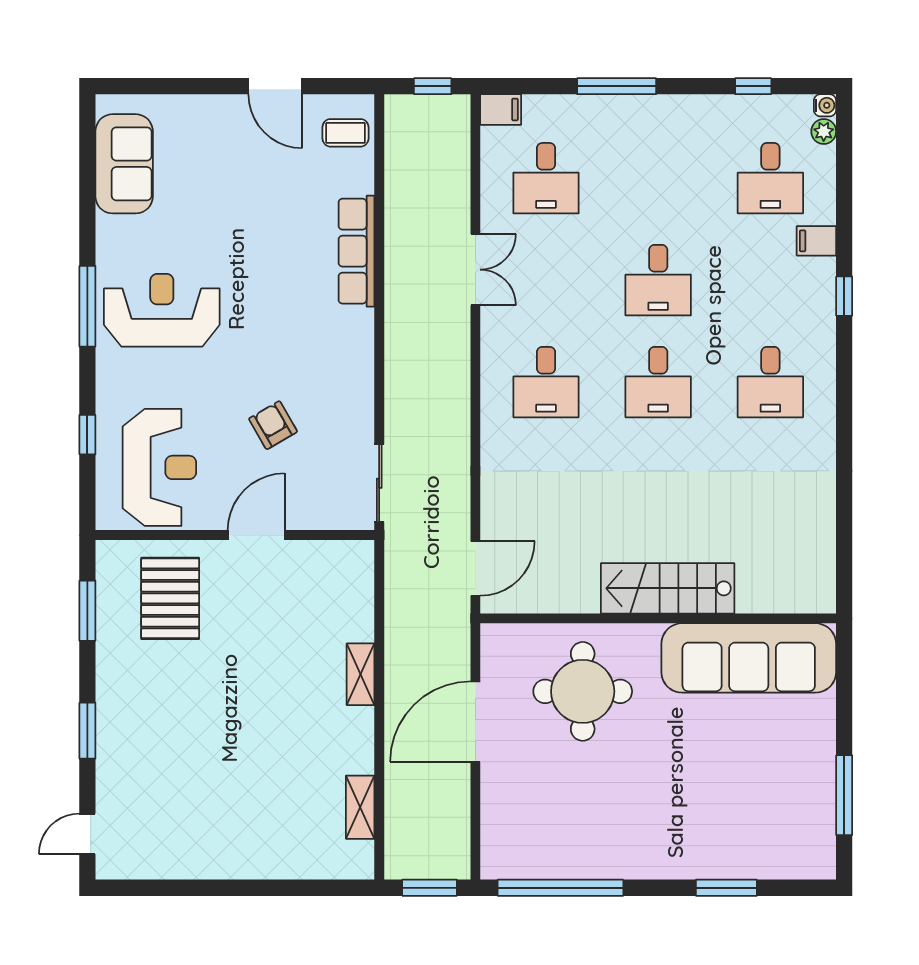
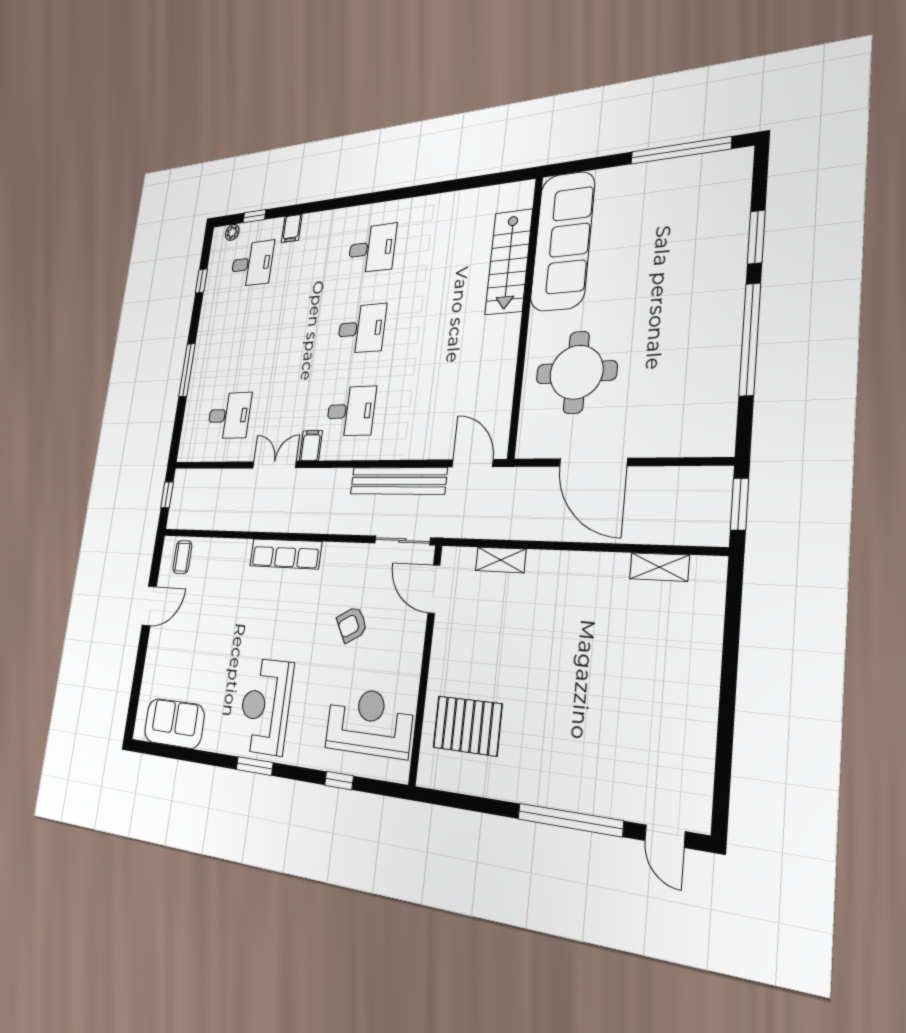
water cooler: (825, 105) -> (219, 234), removed
filing cabinet: (501, 110) -> (311, 446), moved
row of seats: (356, 251) -> (285, 554), moved
desk: (658, 280) -> (299, 334), removed
window: (844, 296) -> (254, 216), moved
window: (87, 306) -> (255, 766), width x0.69
bench: (454, 467) -> (398, 481), added
door: (256, 535) -> (434, 589), moved
stairs: (668, 588) -> (509, 262), moved
window: (87, 611) -> (469, 803), removed
shelving: (361, 674) -> (501, 560), moved
window: (87, 731) -> (570, 820), width x2.11
window: (844, 795) -> (680, 150), width x1.46
window: (560, 888) -> (750, 339), moved

